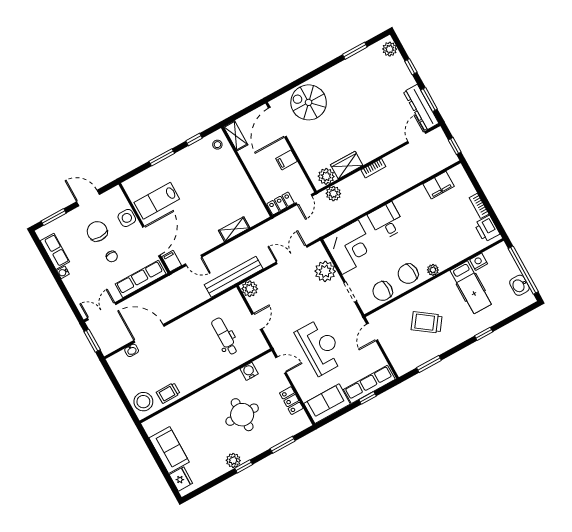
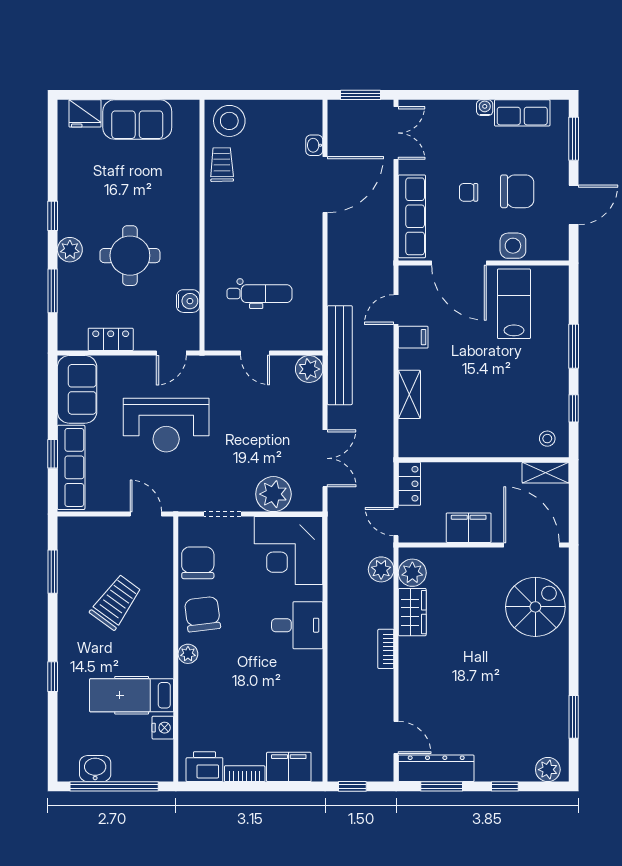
filing cabinet: (286, 160) -> (469, 528), width x2.00
filing cabinet: (439, 185) -> (289, 767), moved, turned 90
filing cabinet: (172, 261) -> (413, 337), moved
plant: (233, 460) -> (70, 250), moved

